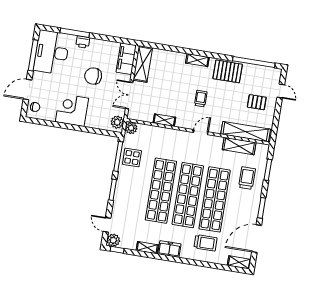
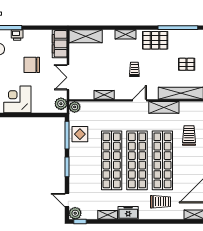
shelving: (143, 64) -> (86, 36), moved, turned 90
shelving: (239, 146) -> (164, 107), moved

